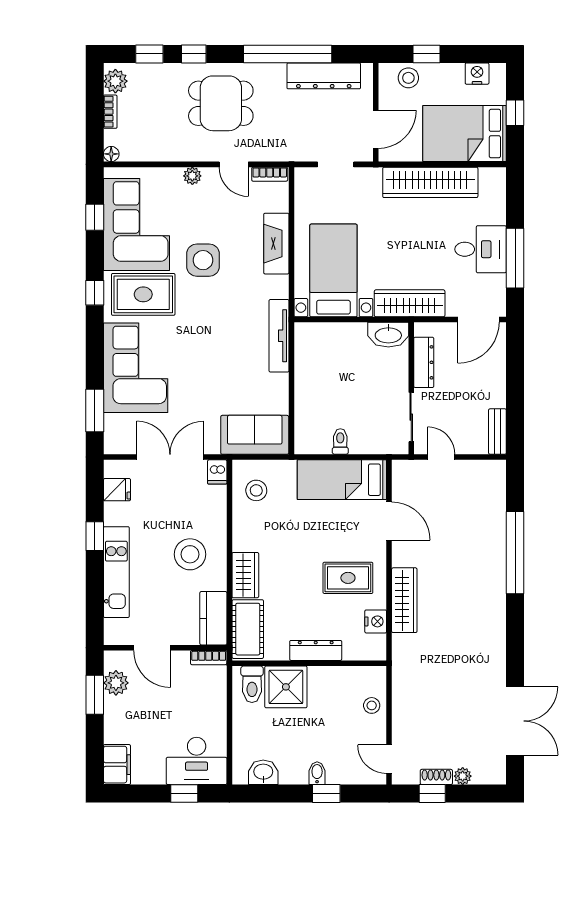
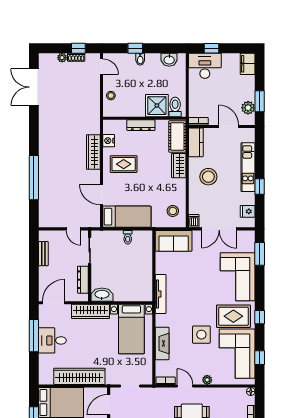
bench: (497, 432) -> (43, 254), moved

